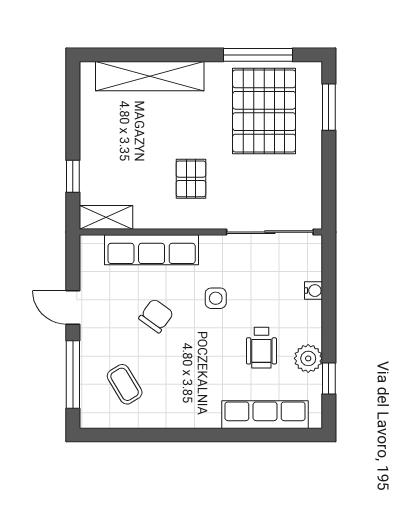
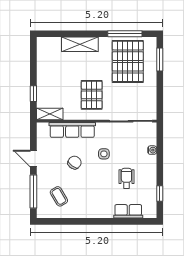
shelving: (150, 76) -> (80, 44), width x0.68
pallet: (191, 179) -> (92, 95), width x1.50, depth x1.42
wheelchair: (261, 348) -> (126, 178), turned 180
plant: (308, 358) -> (150, 184), removed
row of seats: (265, 415) -> (128, 211), width x0.68

